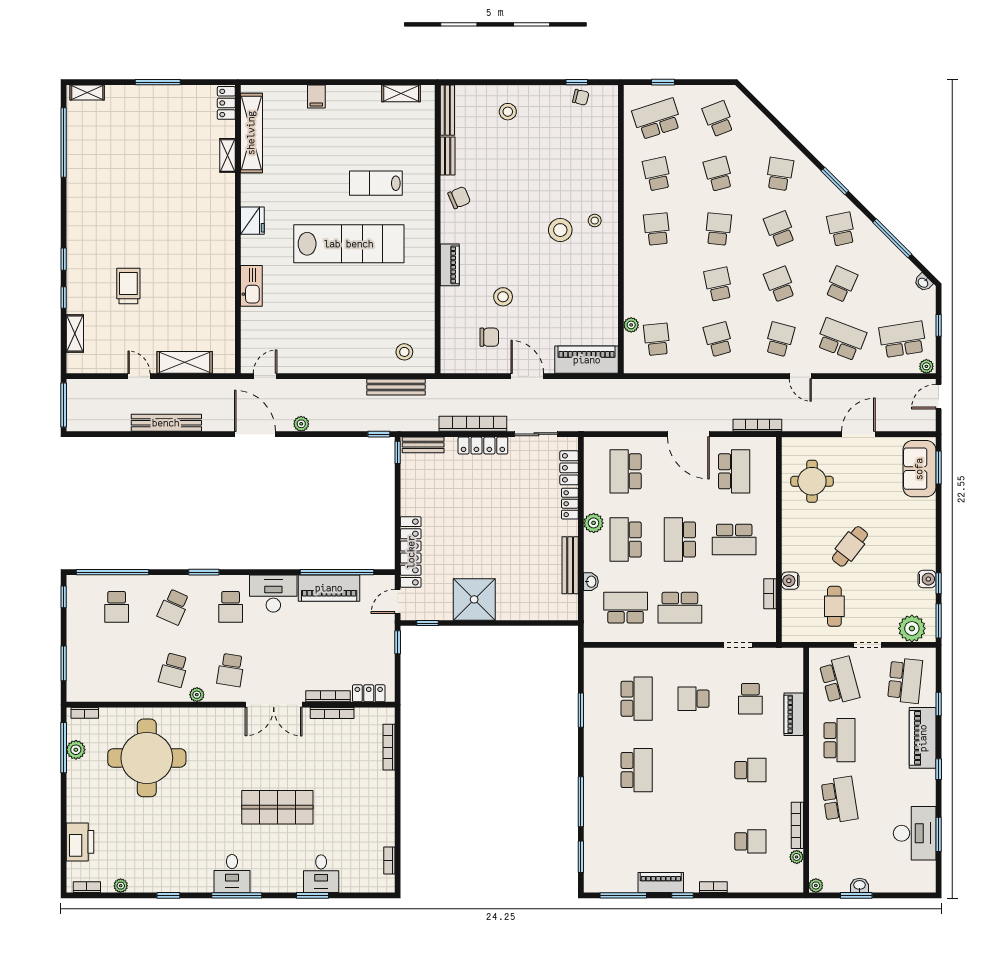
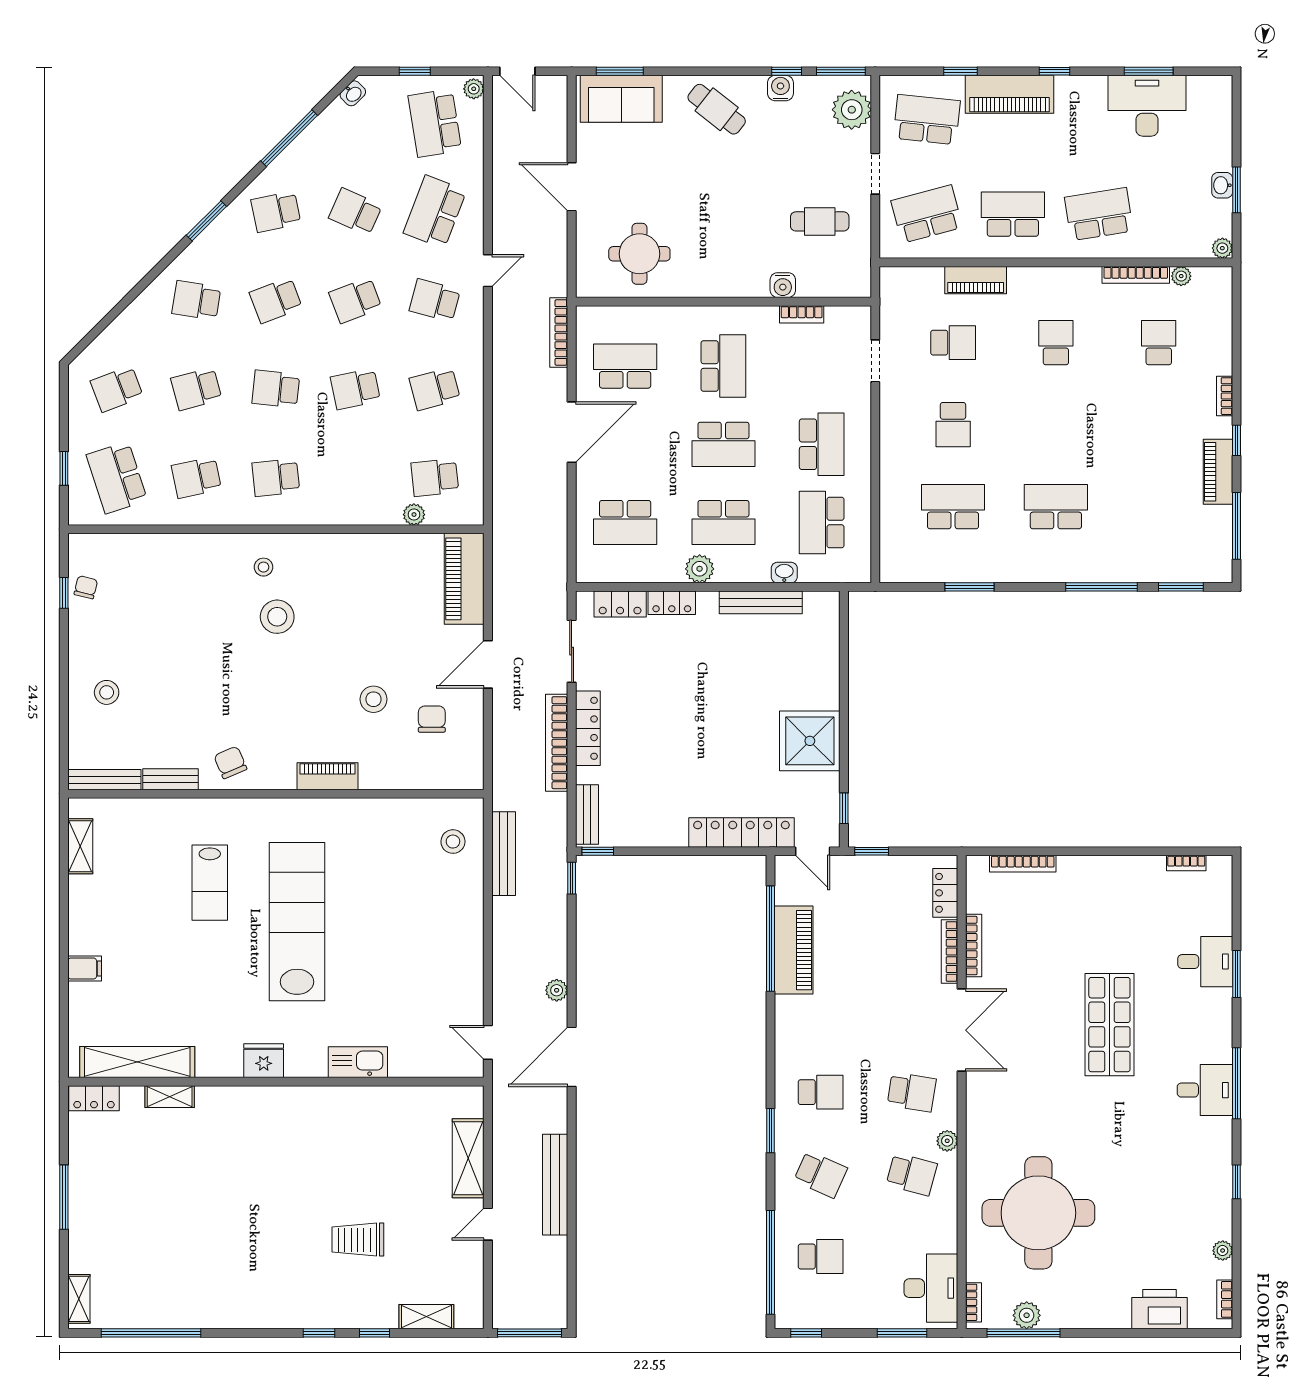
cafe table: (850, 546) -> (717, 109), moved
desk: (273, 594) -> (931, 1288), moved, turned 180

